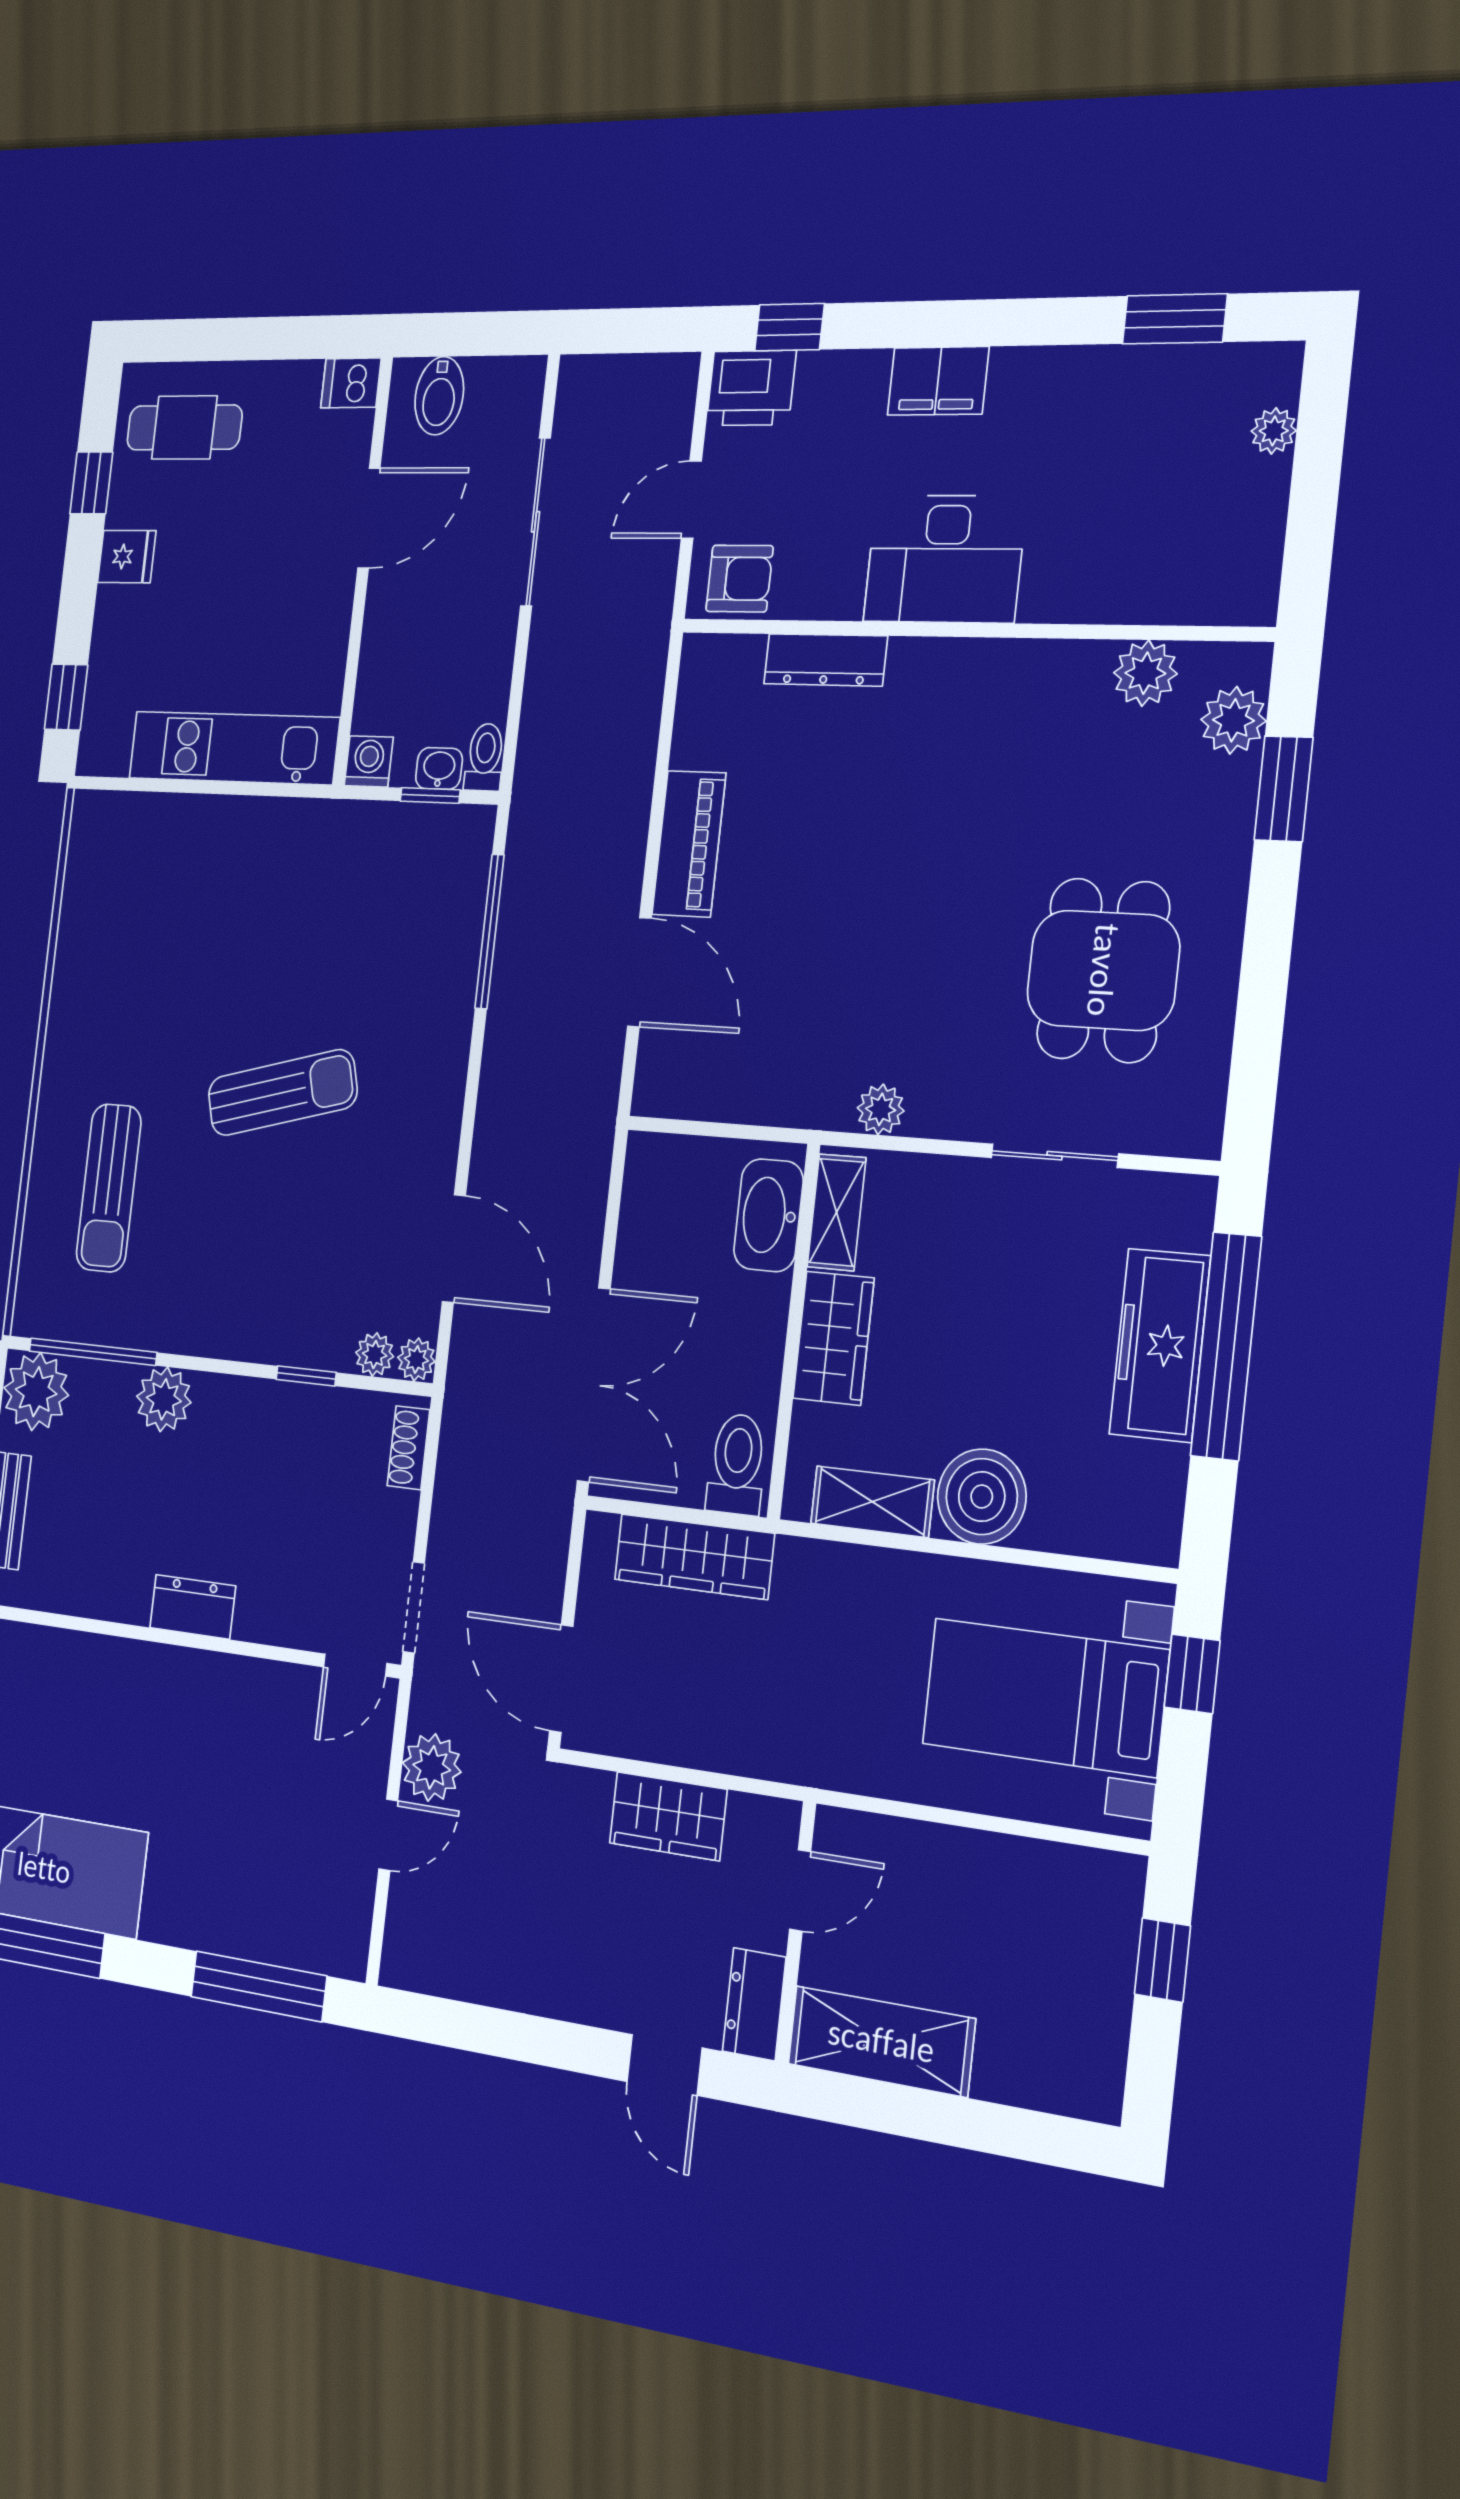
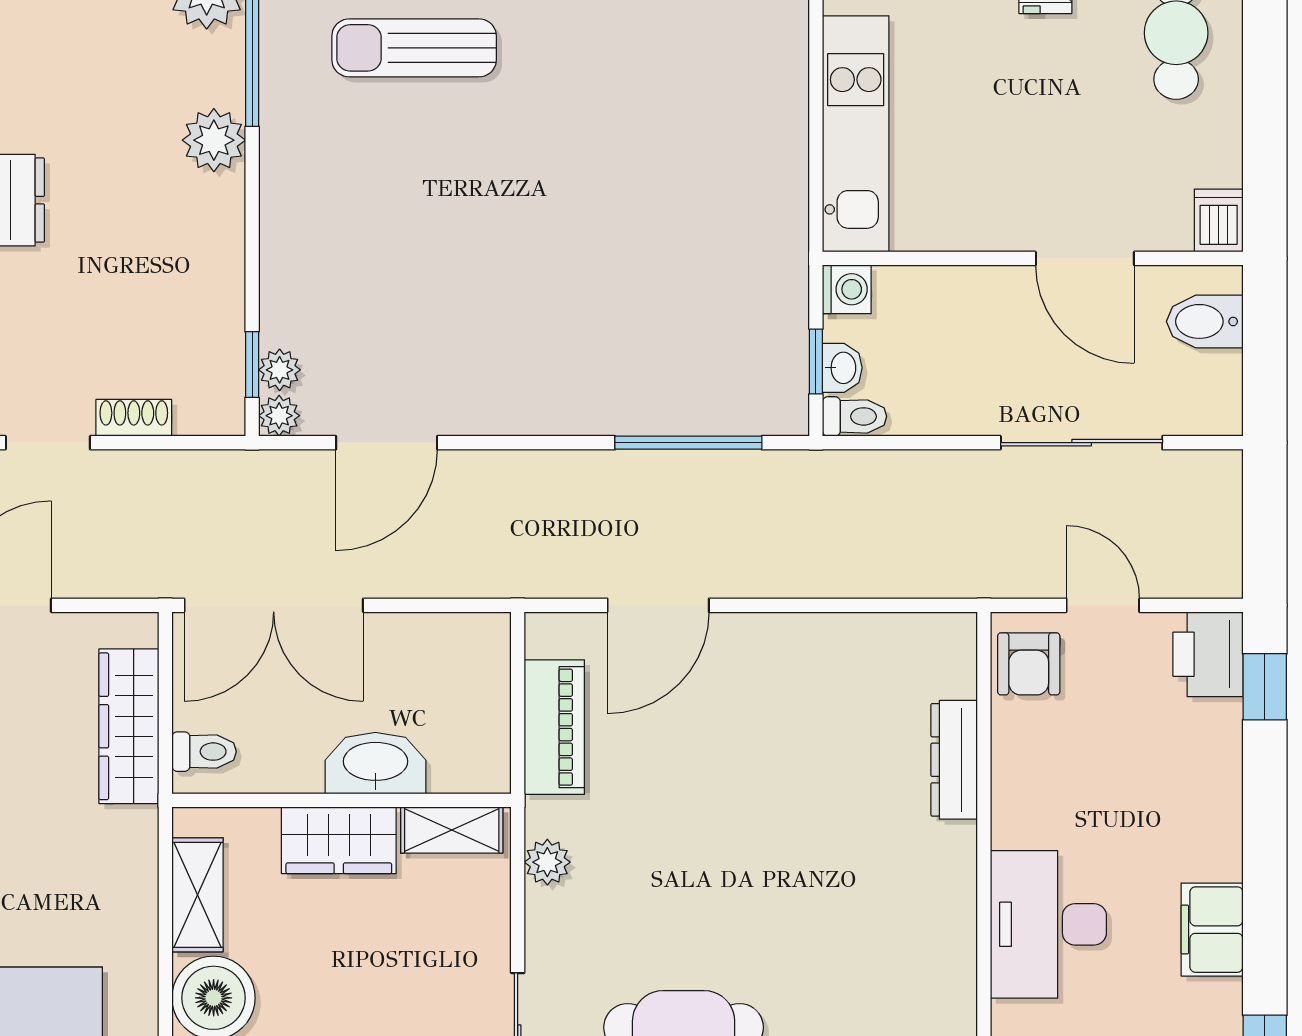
filing cabinet: (938, 381) -> (1212, 930), moved
desk: (945, 559) -> (1048, 924), moved
piano: (689, 844) -> (554, 727), moved, turned -90
sun lounger: (282, 1093) -> (521, 235), removed
washbasin: (768, 1215) -> (375, 763), moved
window: (306, 1376) -> (252, 365), moved
shoe rack: (408, 1448) -> (134, 418), moved
toilet: (737, 1464) -> (204, 752), width x0.73, depth x0.72

